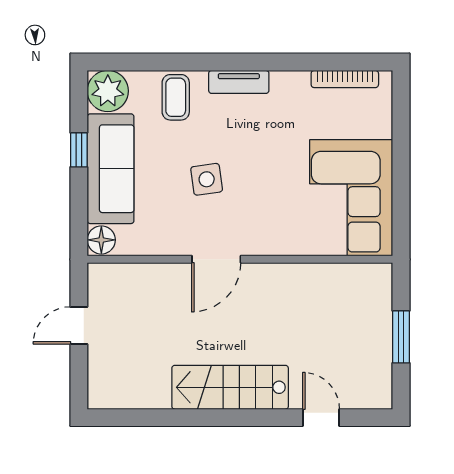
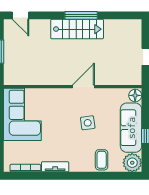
tv unit: (239, 82) -> (55, 167), moved
window: (221, 418) -> (81, 15), added
door: (321, 418) -> (21, 15), moved

